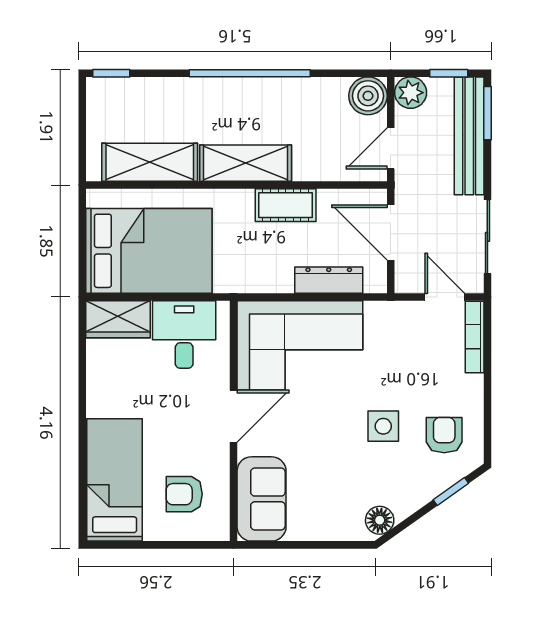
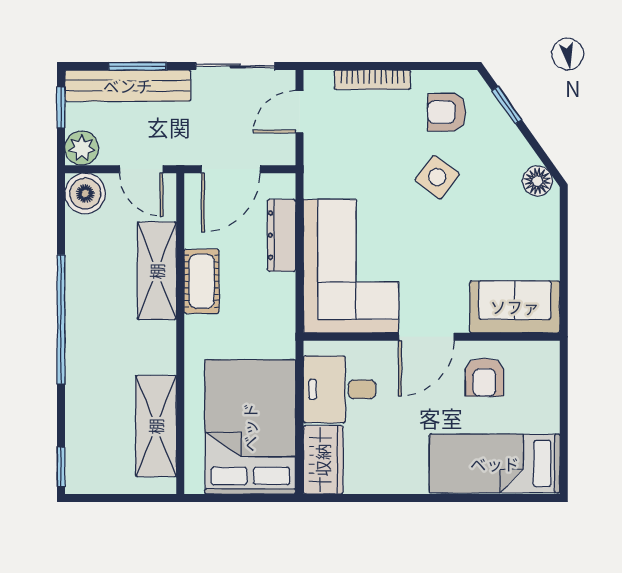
window: (487, 113) -> (138, 66), moved
shelving: (246, 163) -> (157, 271), moved
bookcase: (475, 337) -> (372, 80), moved
door: (233, 416) -> (427, 337), swing flipped
side table: (383, 426) -> (437, 177), turned 37
armchair: (184, 494) -> (484, 377), moved

